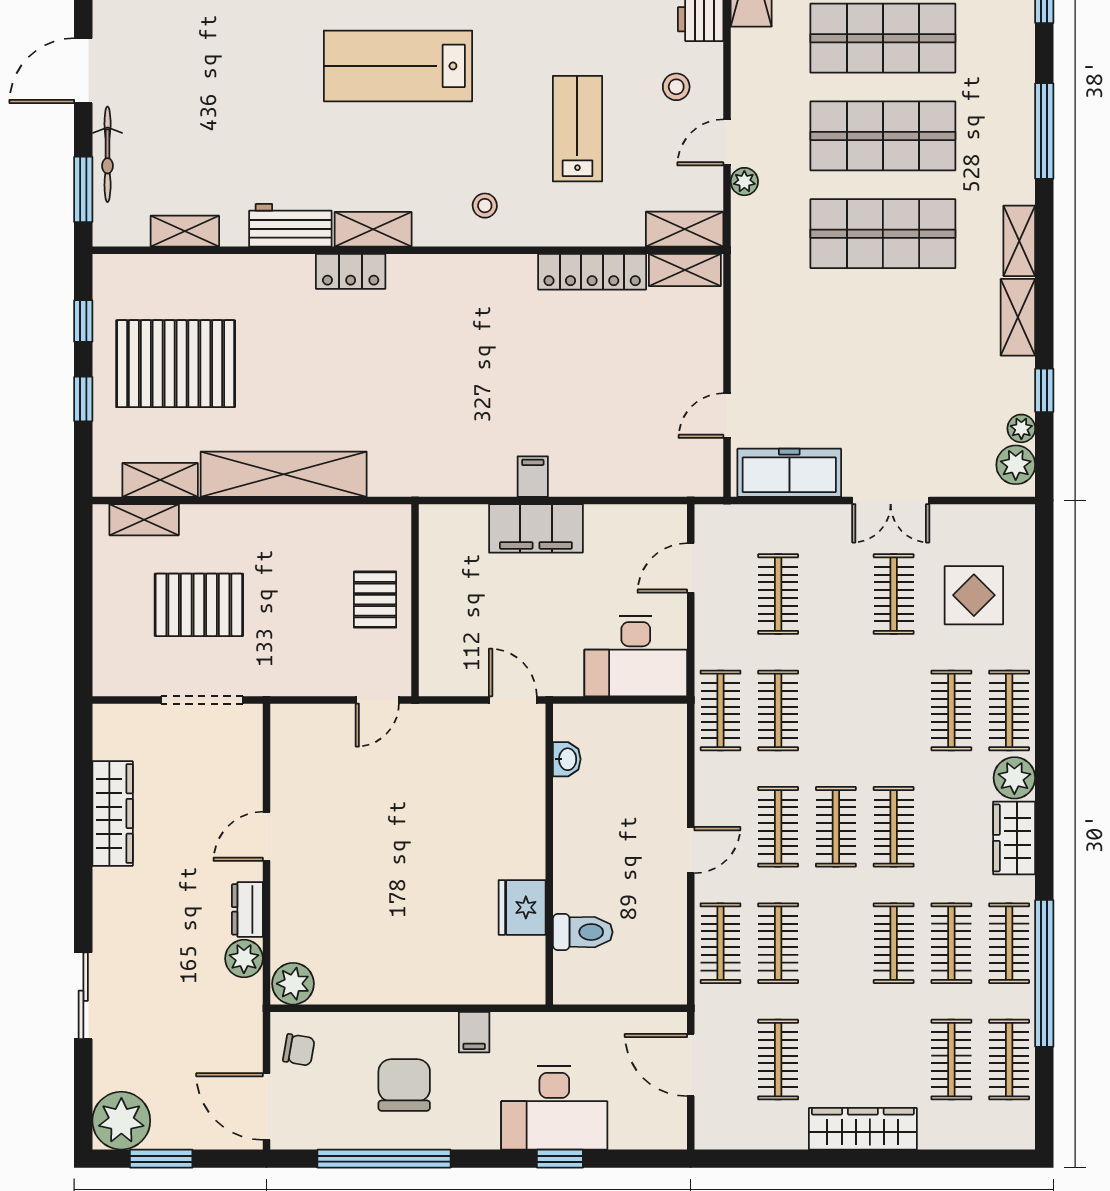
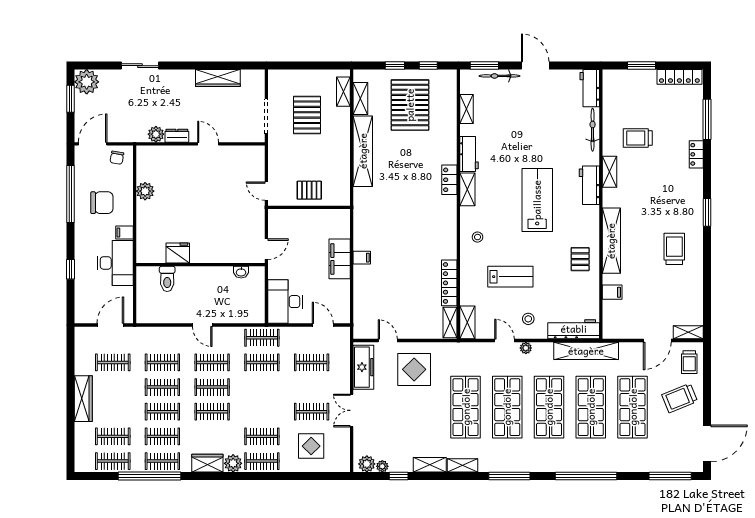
plant: (744, 182) -> (526, 348), moved
display table: (795, 354) -> (414, 369), added
clothes rail: (720, 943) -> (162, 387), moved
plant: (293, 984) -> (145, 191), moved
desk: (554, 1108) -> (115, 263), moved, turned 180

